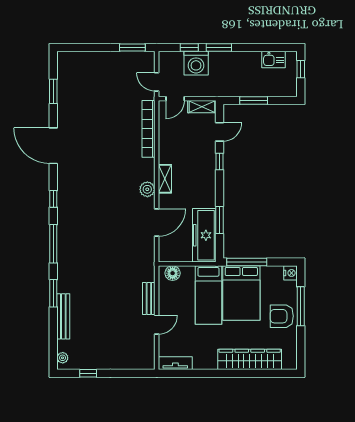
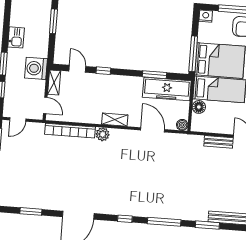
kitchen sink: (274, 60) -> (16, 37), moved
washing machine: (196, 63) -> (36, 68), moved, turned 180
door: (157, 82) -> (18, 119), moved
window: (254, 101) -> (53, 21), moved
plant: (147, 189) -> (103, 134), moved
boiler: (165, 256) -> (182, 125), added
floor lamp: (173, 273) -> (199, 107), moved

